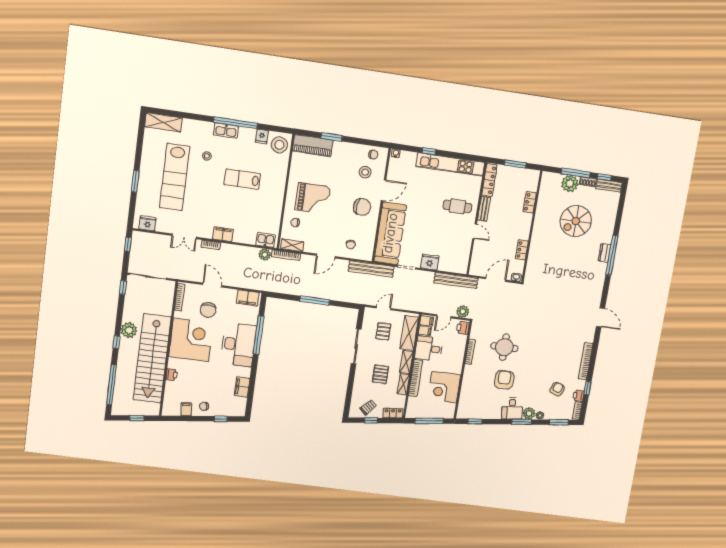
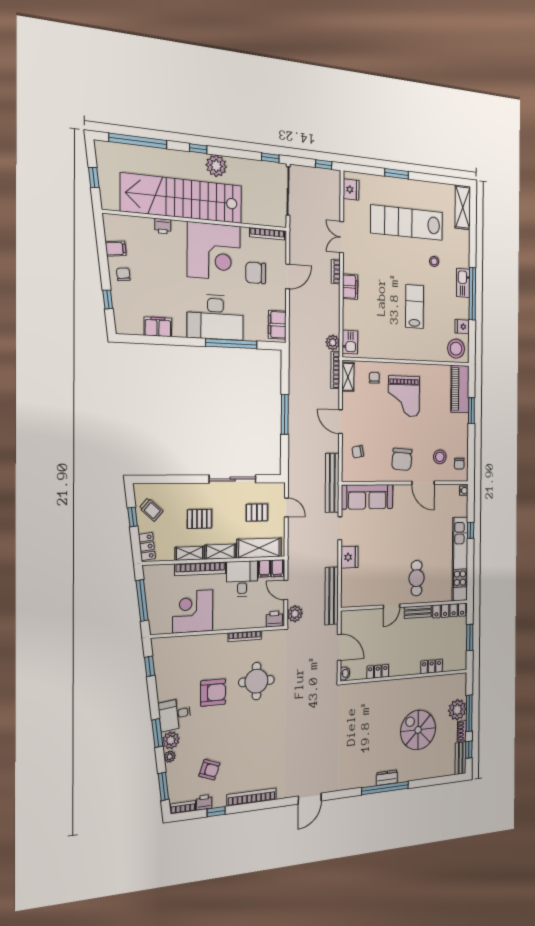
sofa: (390, 233) -> (367, 497), width x0.74, depth x0.79

